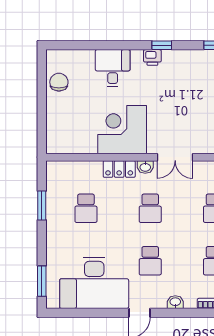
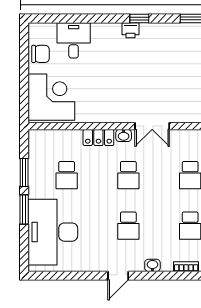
desk: (113, 68) -> (74, 40), moved
chair: (59, 82) -> (41, 54), turned 90
corner desk: (122, 130) -> (51, 97), moved, turned 90
window: (42, 281) -> (24, 209), moved
desk: (94, 283) -> (53, 232), moved, turned 90

